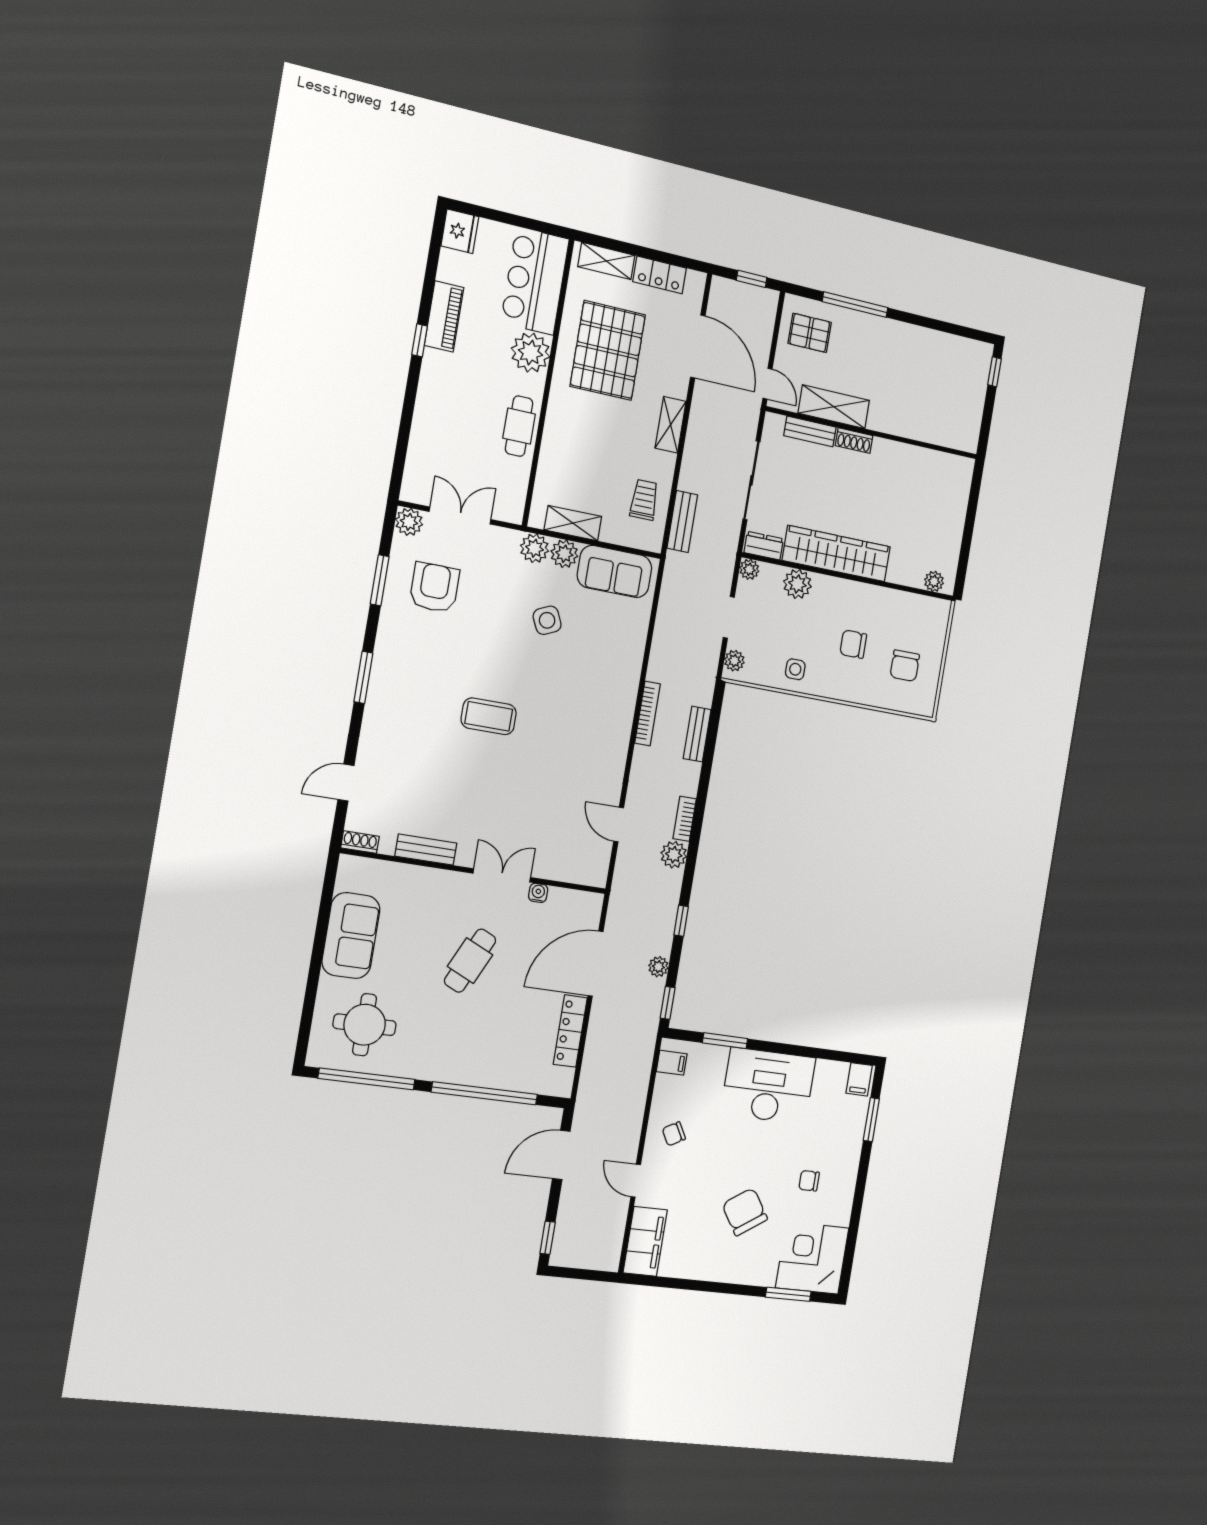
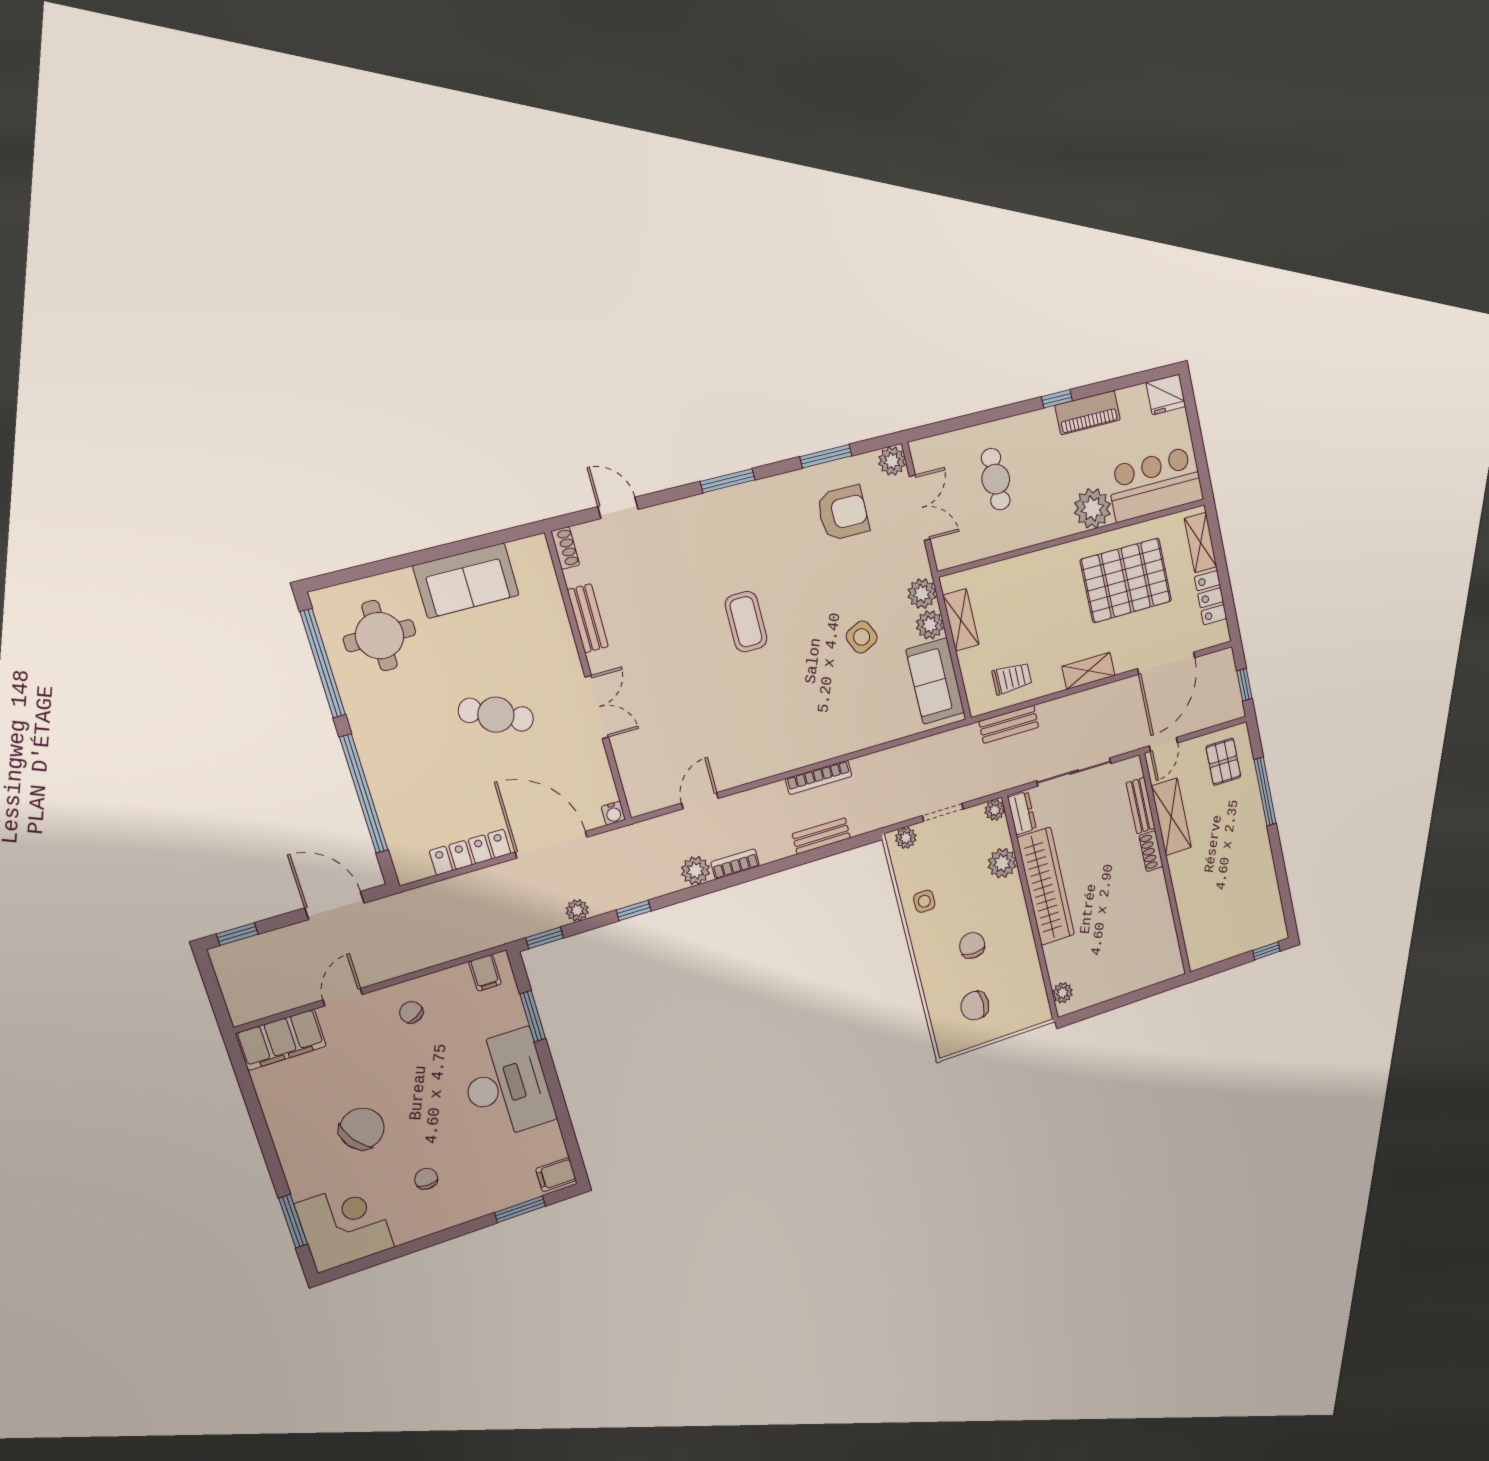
cafe table: (519, 426) -> (996, 479), moved, turned 90
water cooler: (538, 893) -> (613, 813), moved, turned 90

